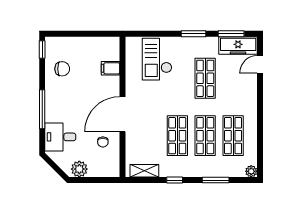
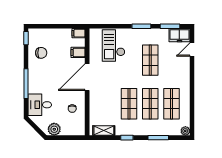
filing cabinet: (111, 43) -> (79, 33), added
freezer: (238, 46) -> (179, 35), width x0.71
door: (122, 114) -> (87, 77), moved

